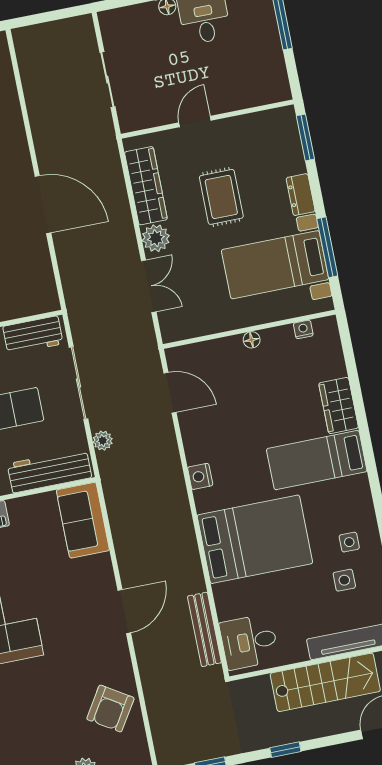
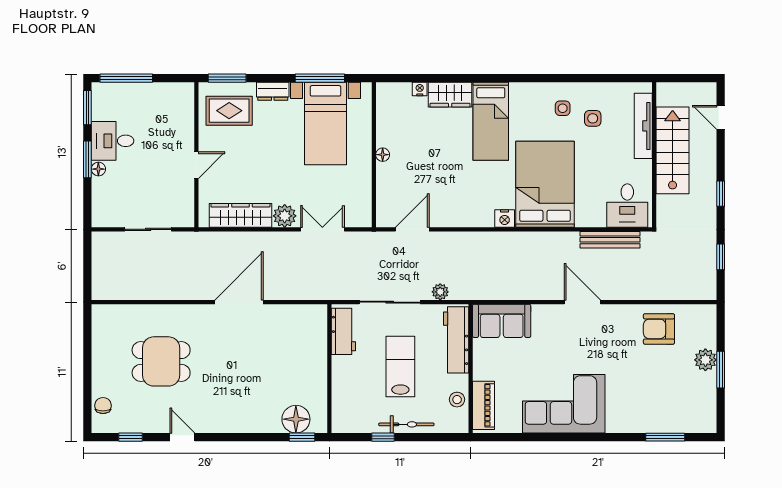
door: (195, 121) -> (196, 165), swing flipped
rug: (221, 197) -> (229, 111), moved
nightstand: (303, 329) -> (420, 89), moved, turned 90
nightstand: (200, 476) -> (505, 219), moved
armchair: (110, 709) -> (659, 329), turned 148

